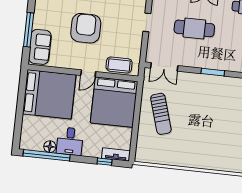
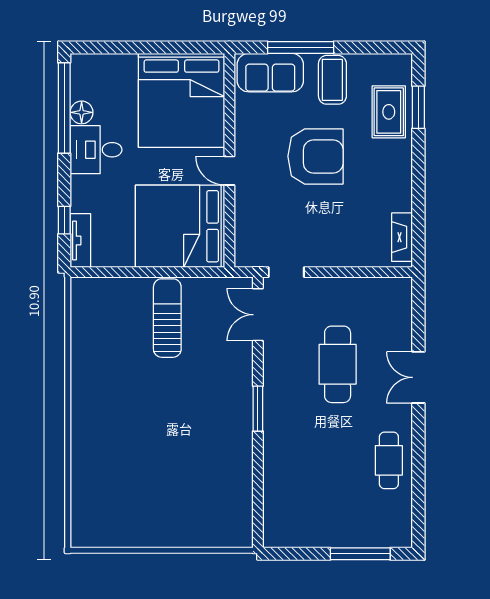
doorway: (147, 22) -> (286, 272), moved
coffee table: (119, 65) -> (332, 80), moved
sun lounger: (161, 114) -> (167, 318), turned 107

